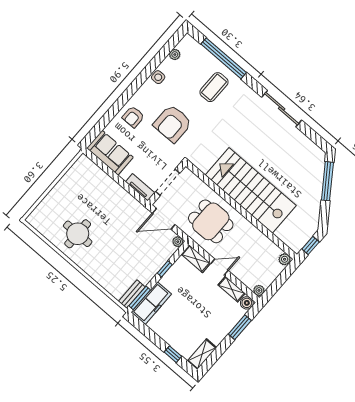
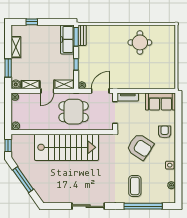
armchair: (173, 124) -> (140, 147), turned 123
window: (327, 181) -> (23, 180), moved
shelving: (202, 354) -> (16, 47), moved

